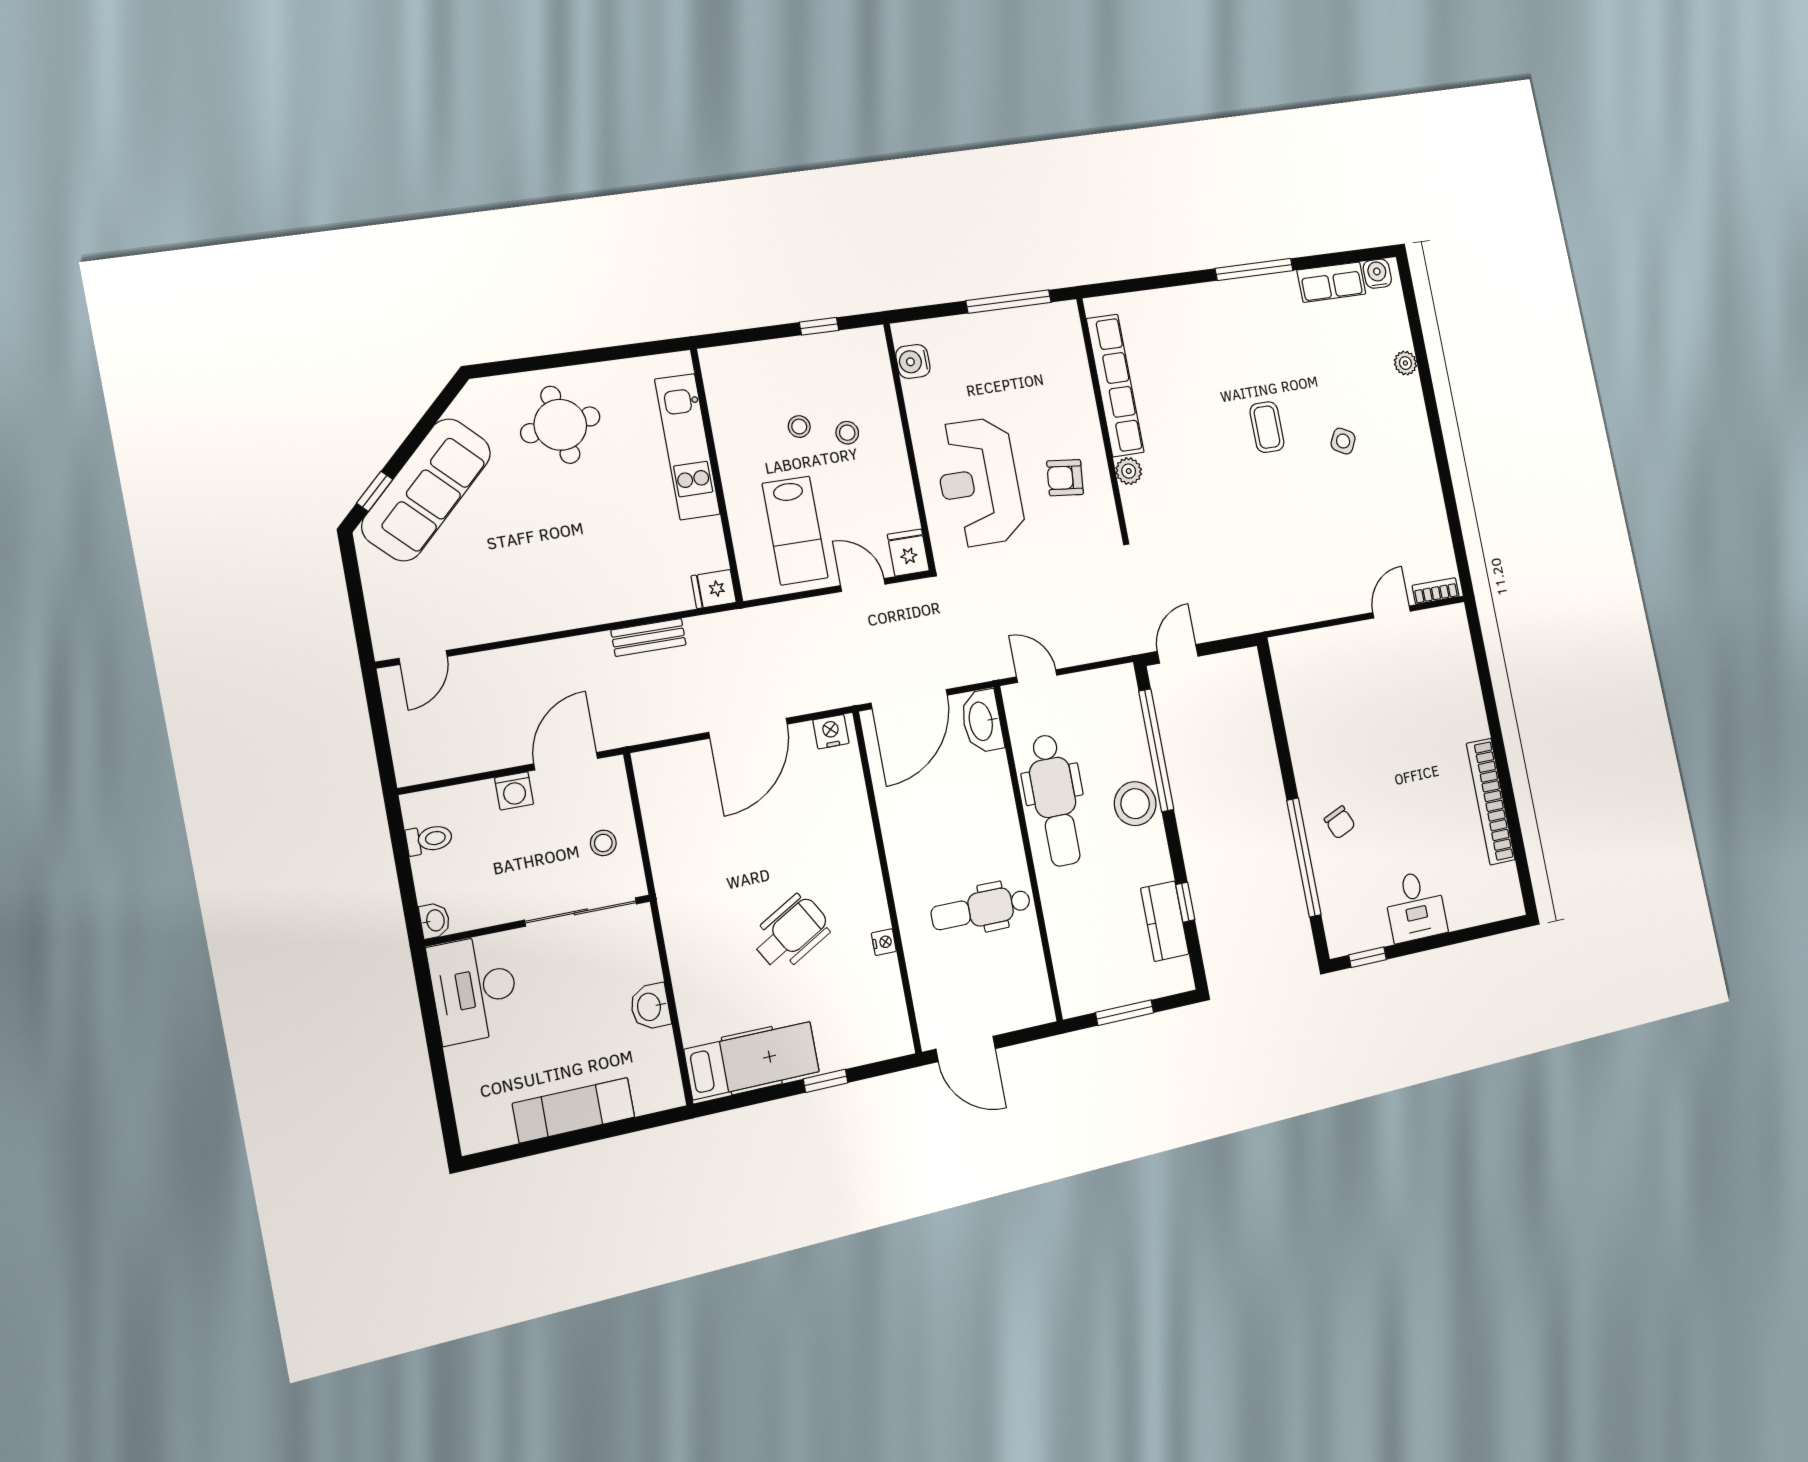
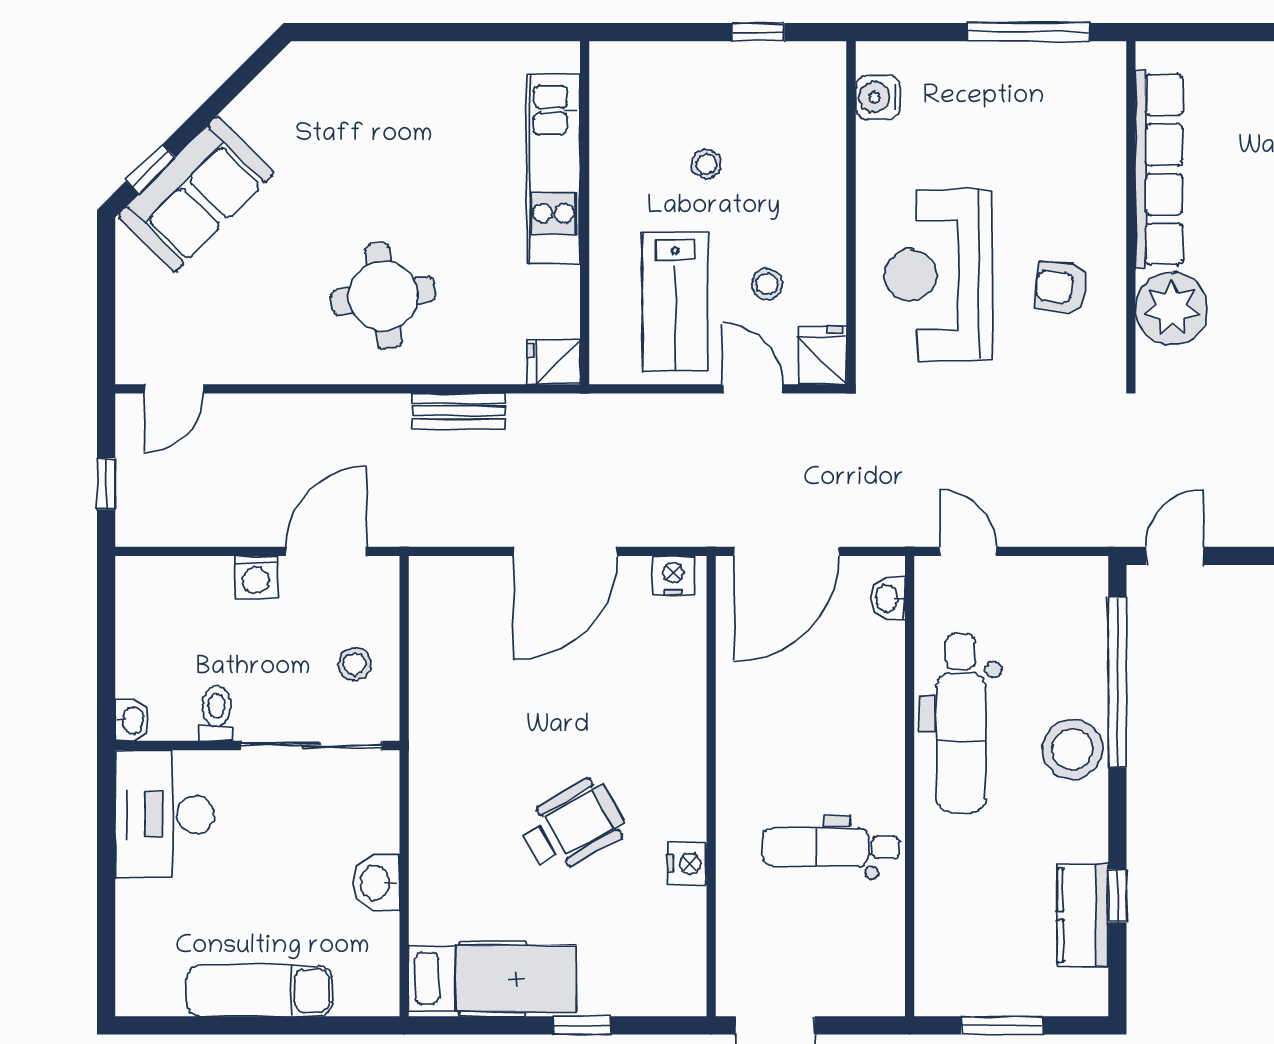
round table: (560, 425) -> (383, 296), moved
stool: (847, 433) -> (767, 284), moved
plant: (1129, 471) -> (1172, 309), width x1.87, depth x1.87
sofa: (426, 490) -> (196, 194), width x0.73
washbasin: (982, 721) -> (888, 598), width x0.52, depth x0.69
window: (381, 740) -> (106, 484), added
toilet: (429, 839) -> (216, 713), moved, turned -90
nightstand: (884, 942) -> (687, 864), width x1.39, depth x1.35

